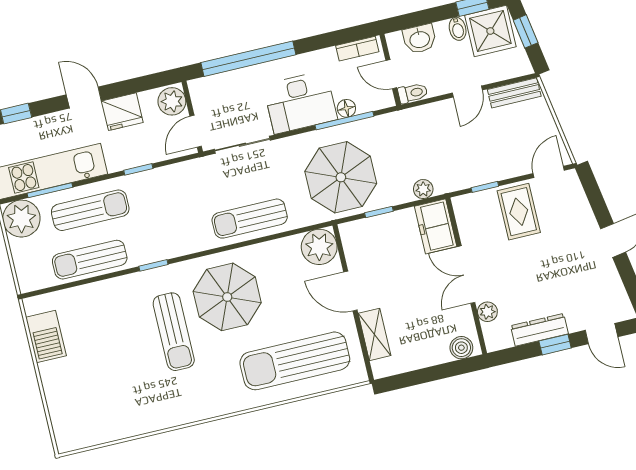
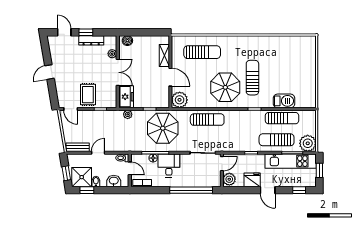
desk: (300, 102) -> (169, 166), width x0.73
door: (549, 172) -> (71, 109), hinge flipped
barbecue: (46, 336) -> (284, 101), moved, turned 90
sun lounger: (295, 361) -> (202, 52), width x0.73, depth x0.75

